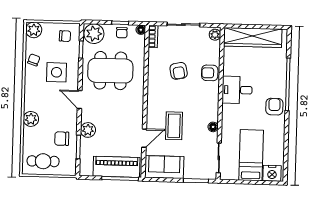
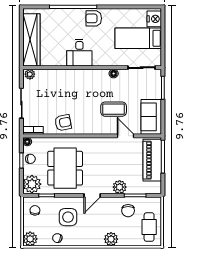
armchair: (179, 71) -> (63, 123), moved
armchair: (210, 73) -> (65, 78), removed

